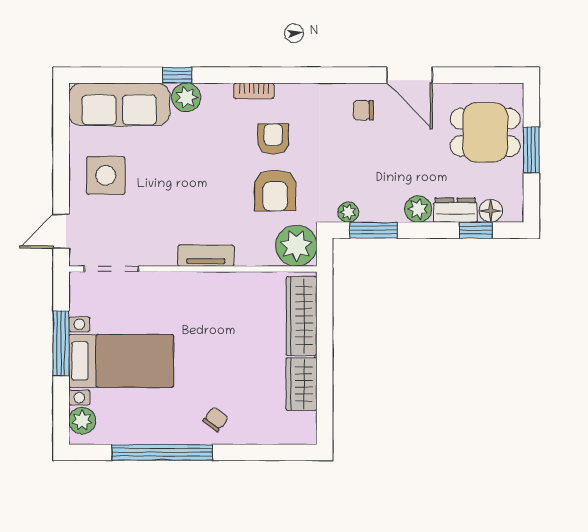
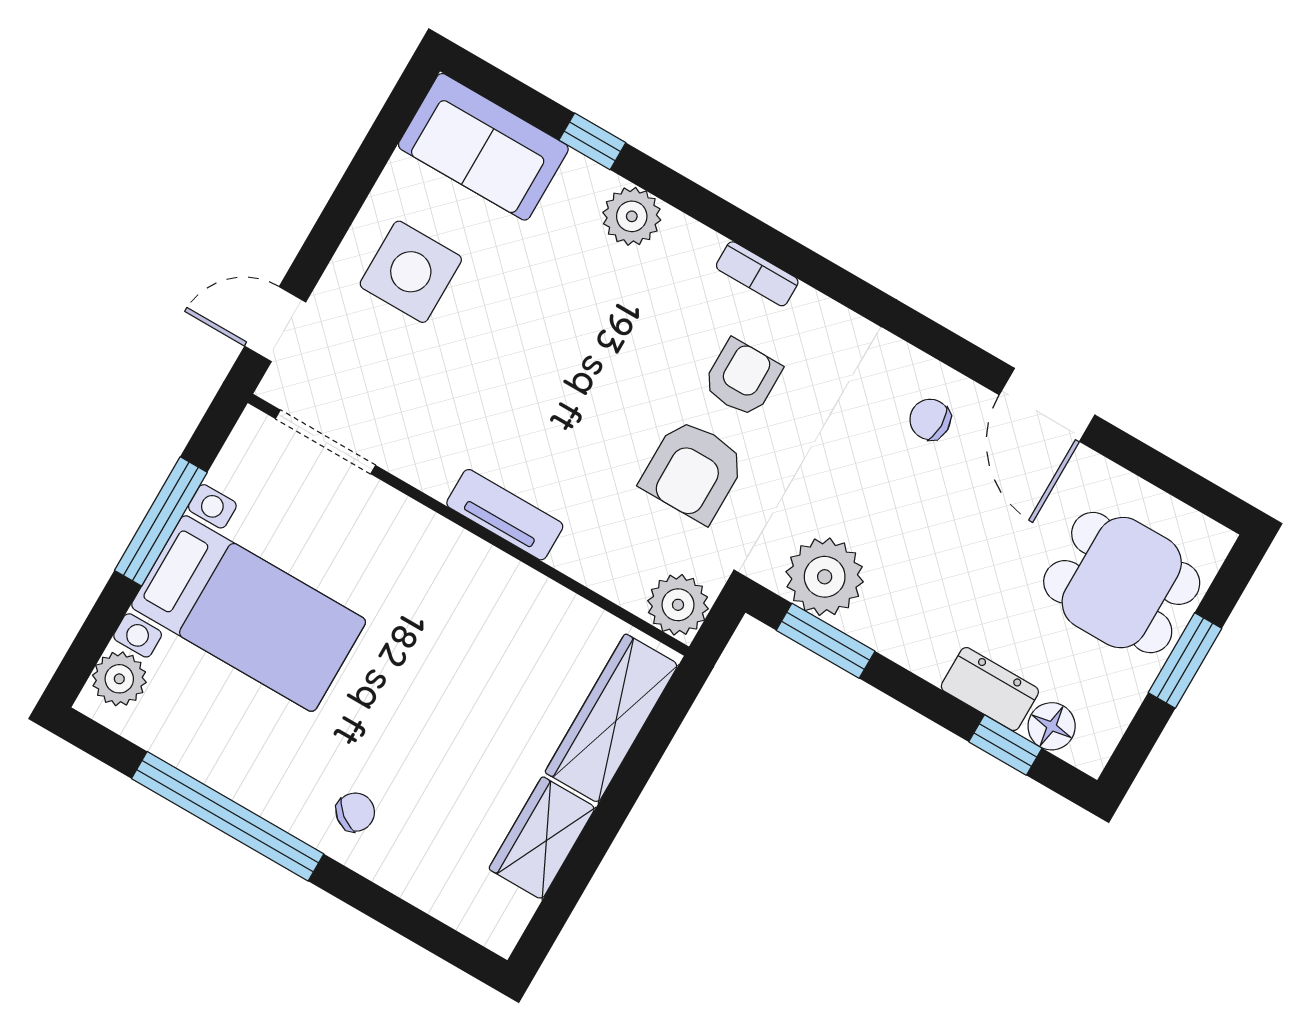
window: (177, 75) -> (592, 141), moved
sofa: (119, 104) -> (483, 147), width x0.73
plant: (418, 209) -> (926, 649), removed
plant: (348, 212) -> (825, 577), width x1.88, depth x1.88
plant: (296, 246) -> (678, 605), width x0.73, depth x0.73

